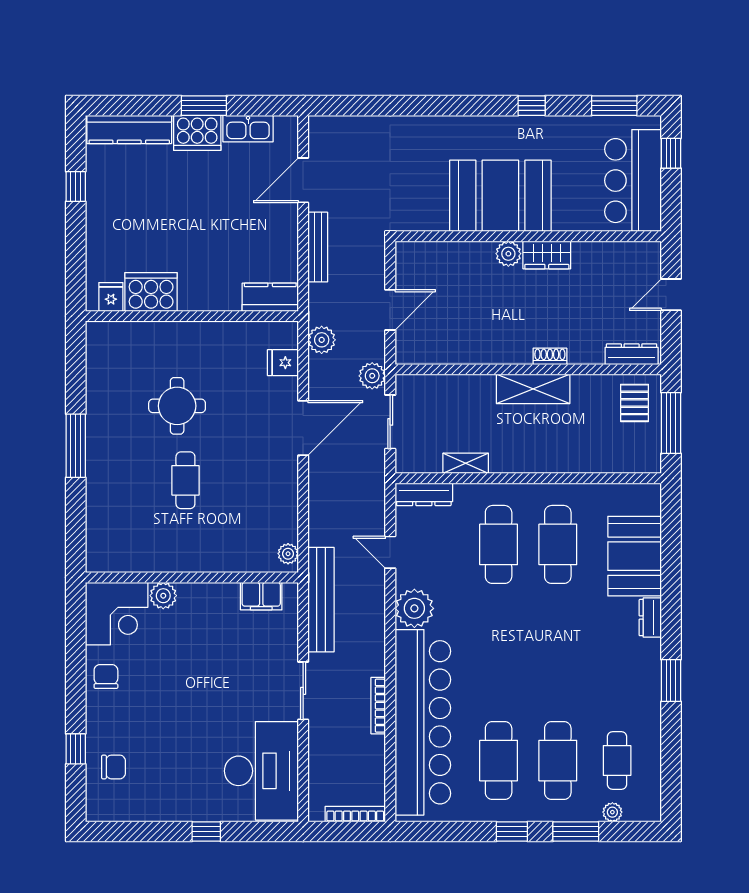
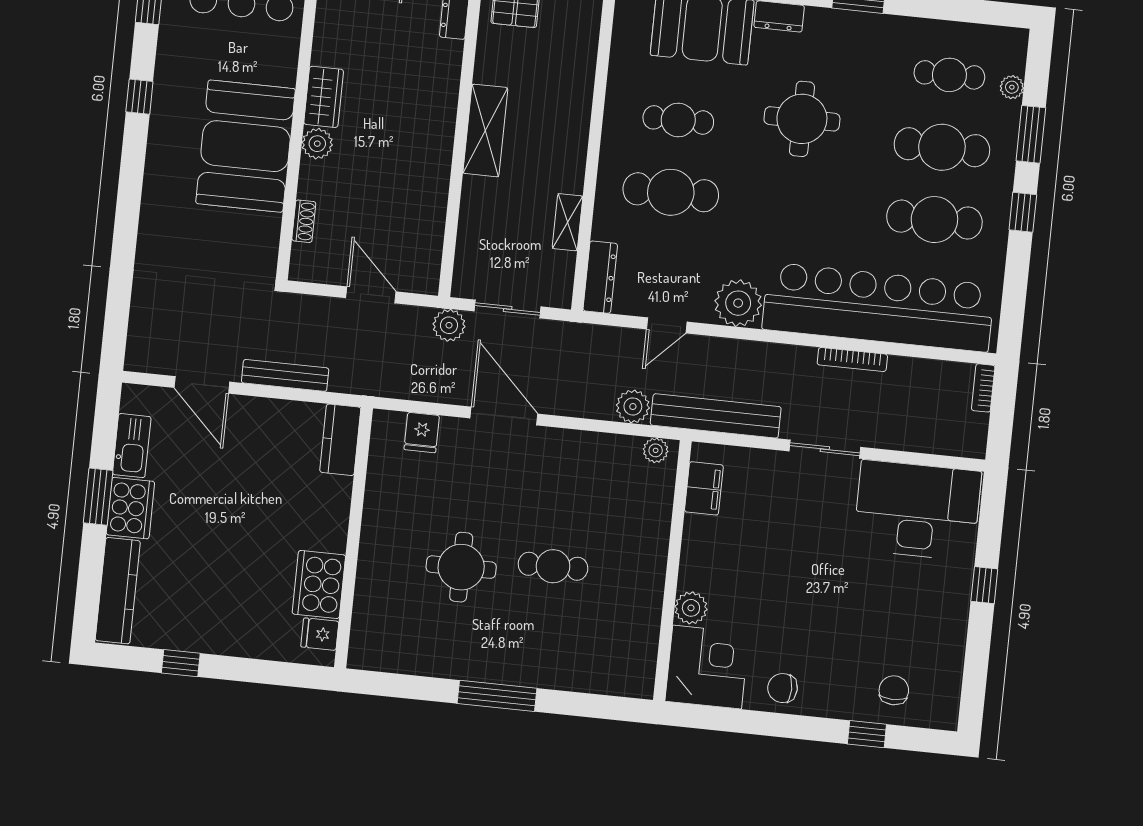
plant: (322, 340) -> (633, 406), moved
shoe rack: (550, 356) -> (304, 221), moved, turned 180
cafe table: (558, 544) -> (678, 120), width x0.73, depth x0.74
round table: (569, 645) -> (802, 119), added
bookcase: (355, 814) -> (983, 388), width x0.64

